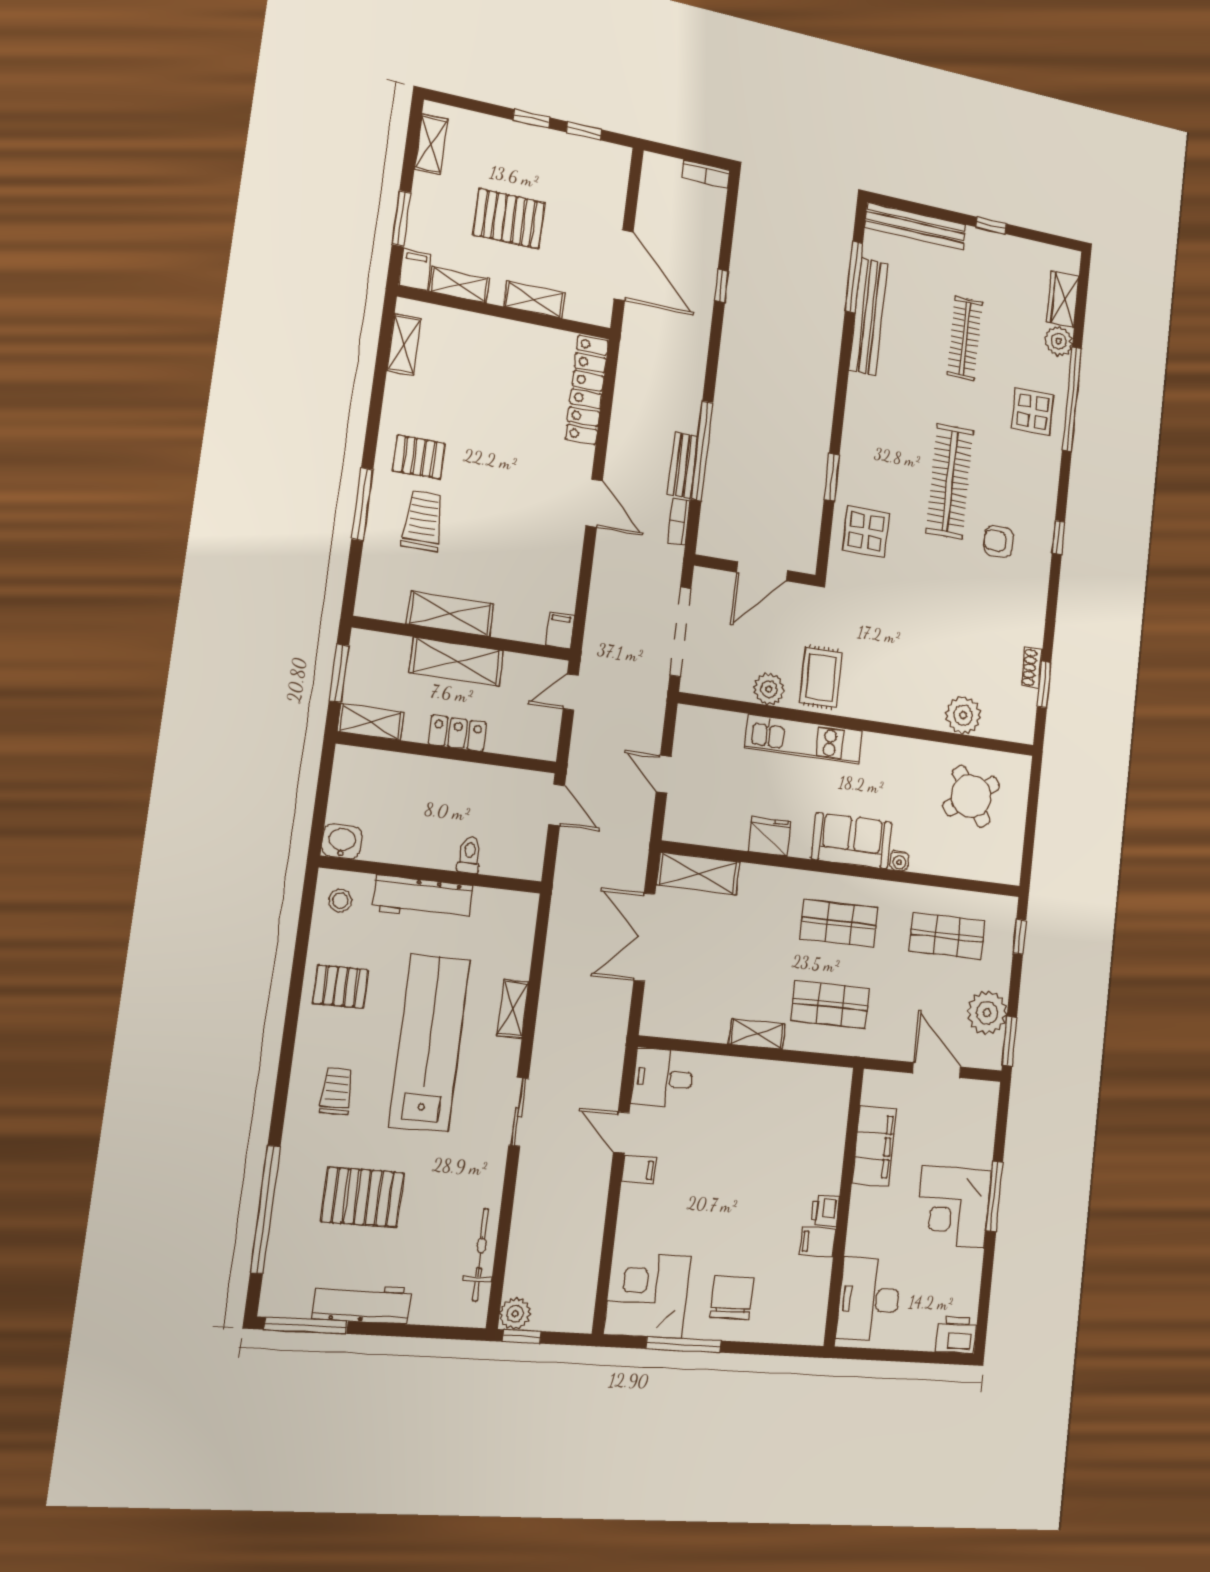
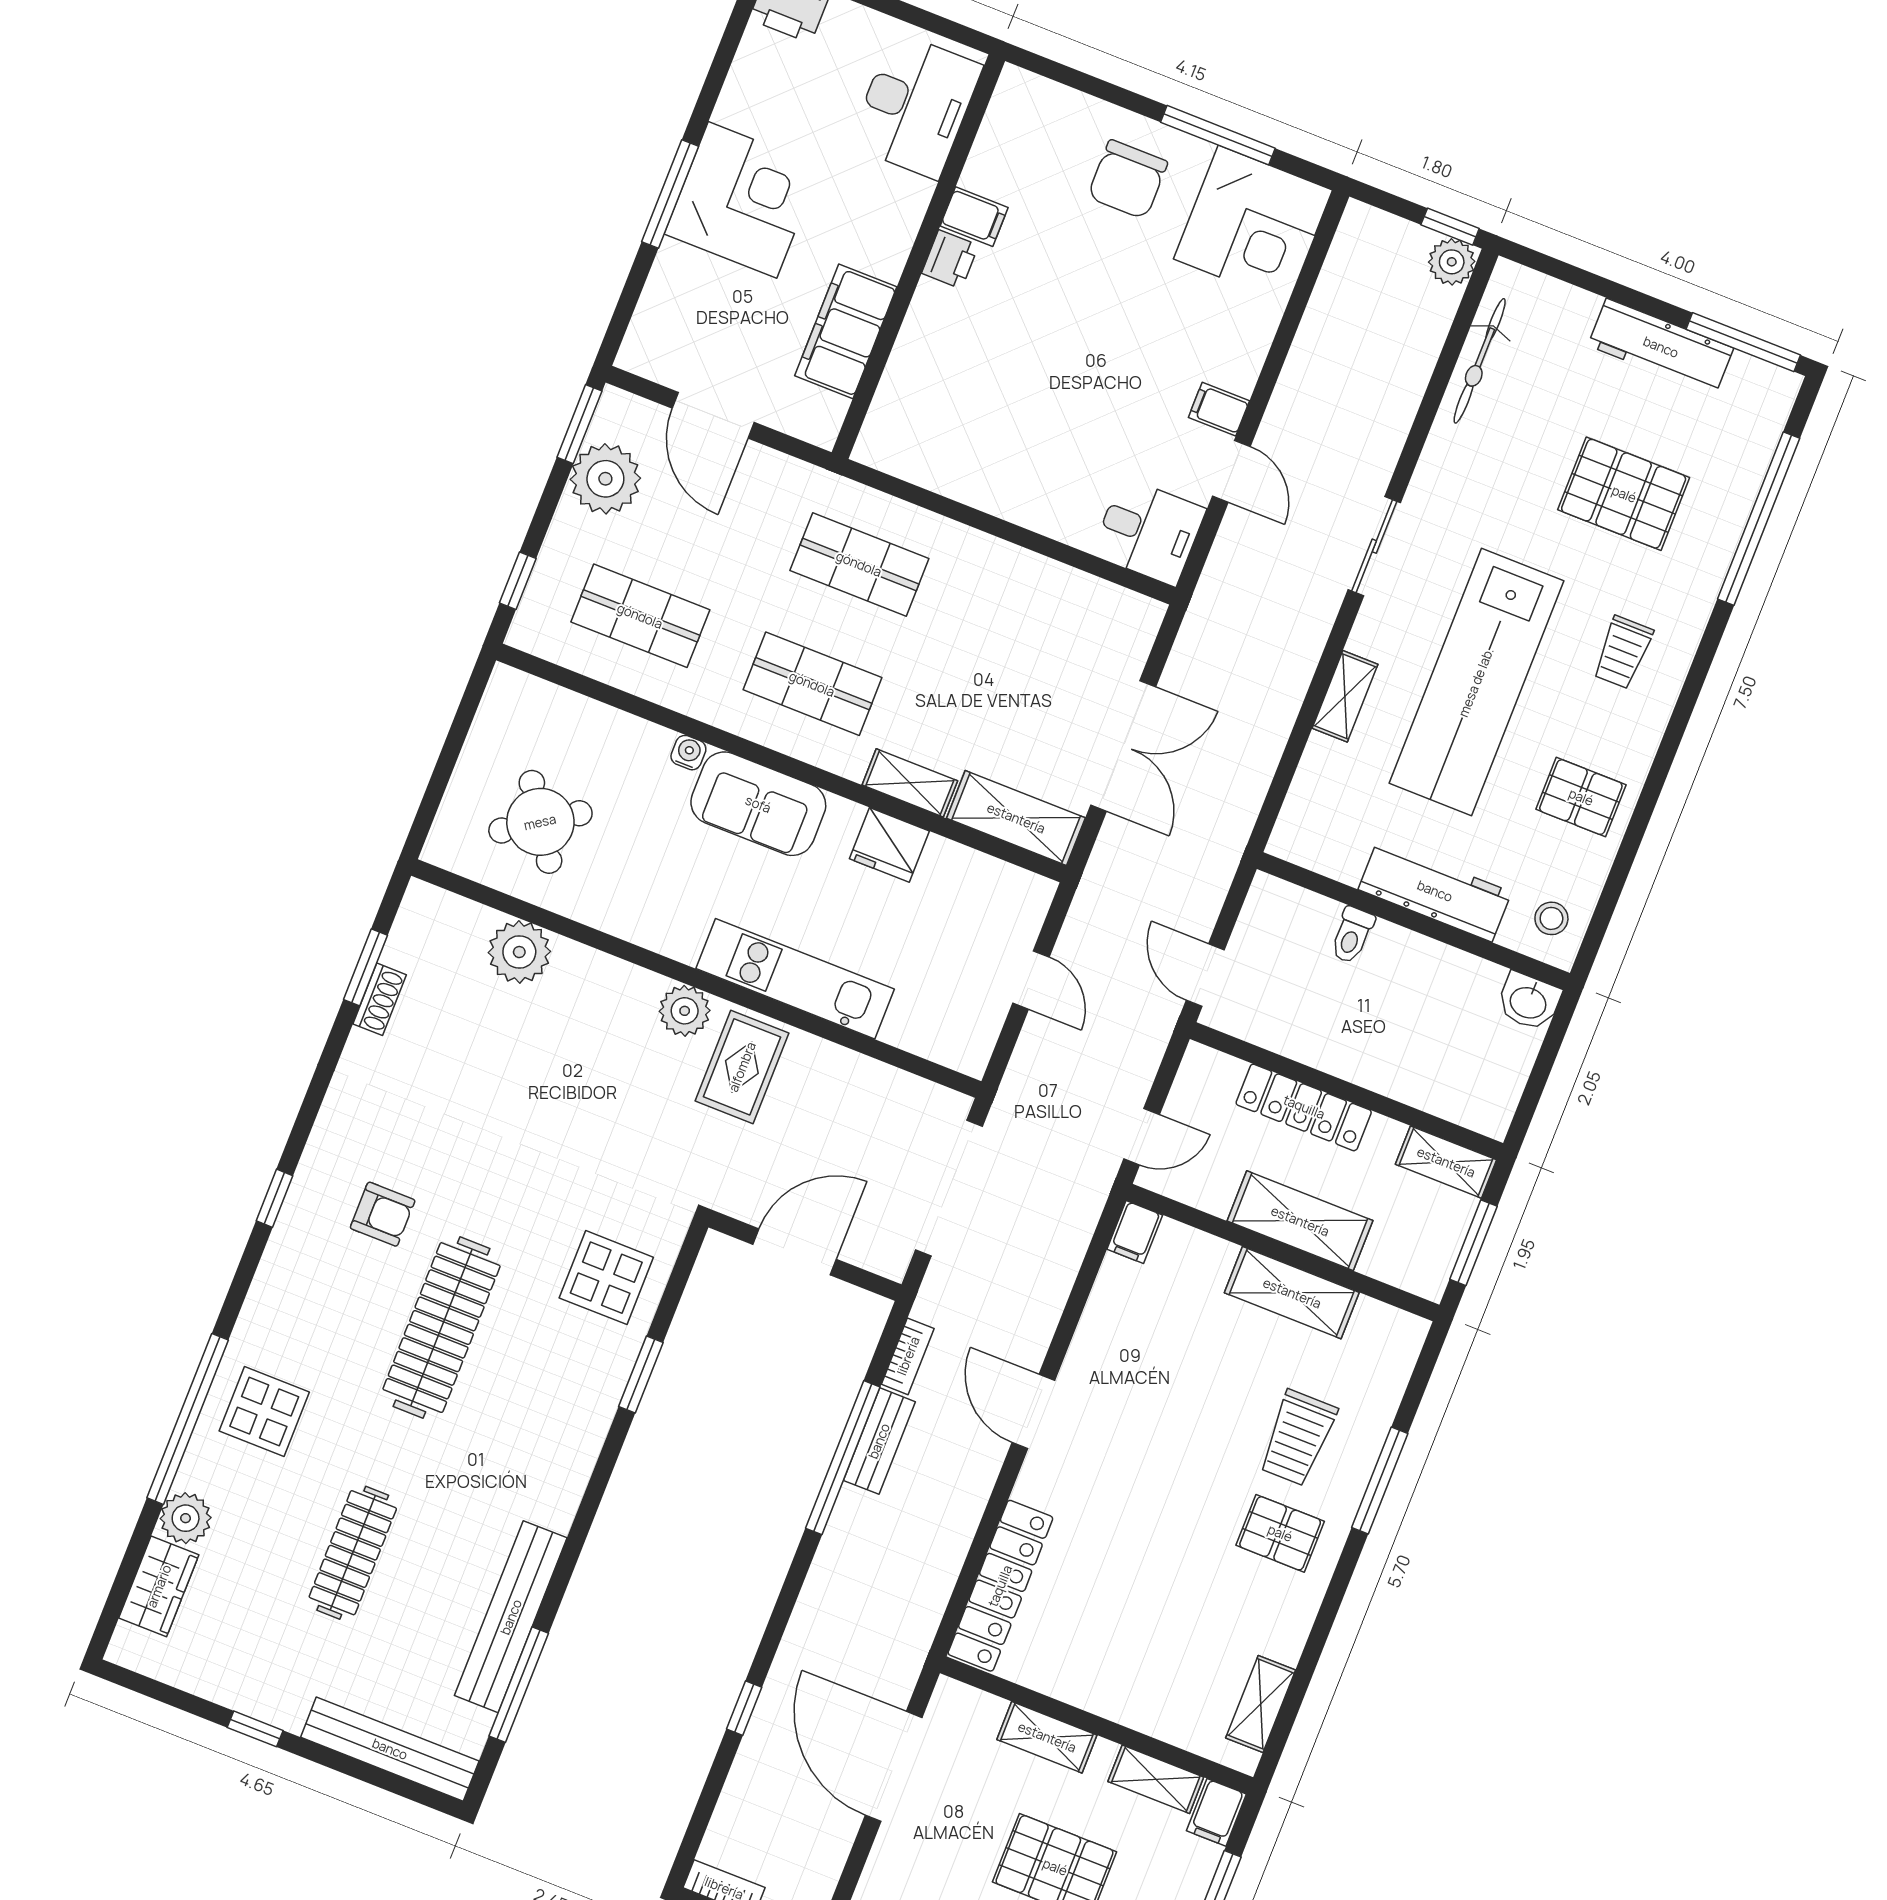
plant: (769, 689) -> (685, 1011), moved
locker: (457, 733) -> (1304, 1107), width x1.53
shelving: (757, 1034) -> (910, 783), moved

